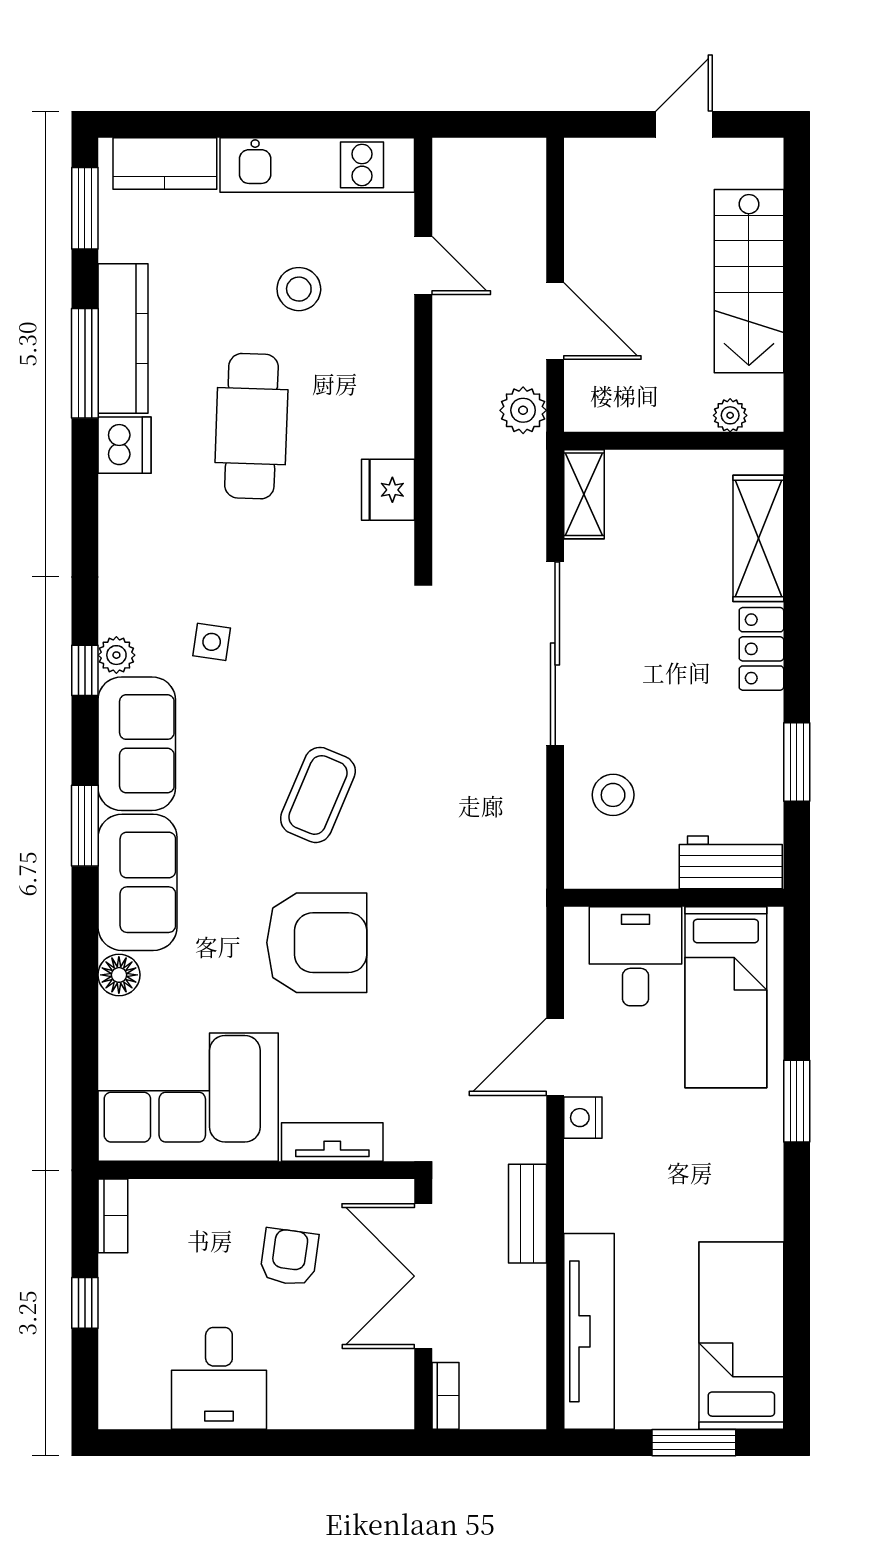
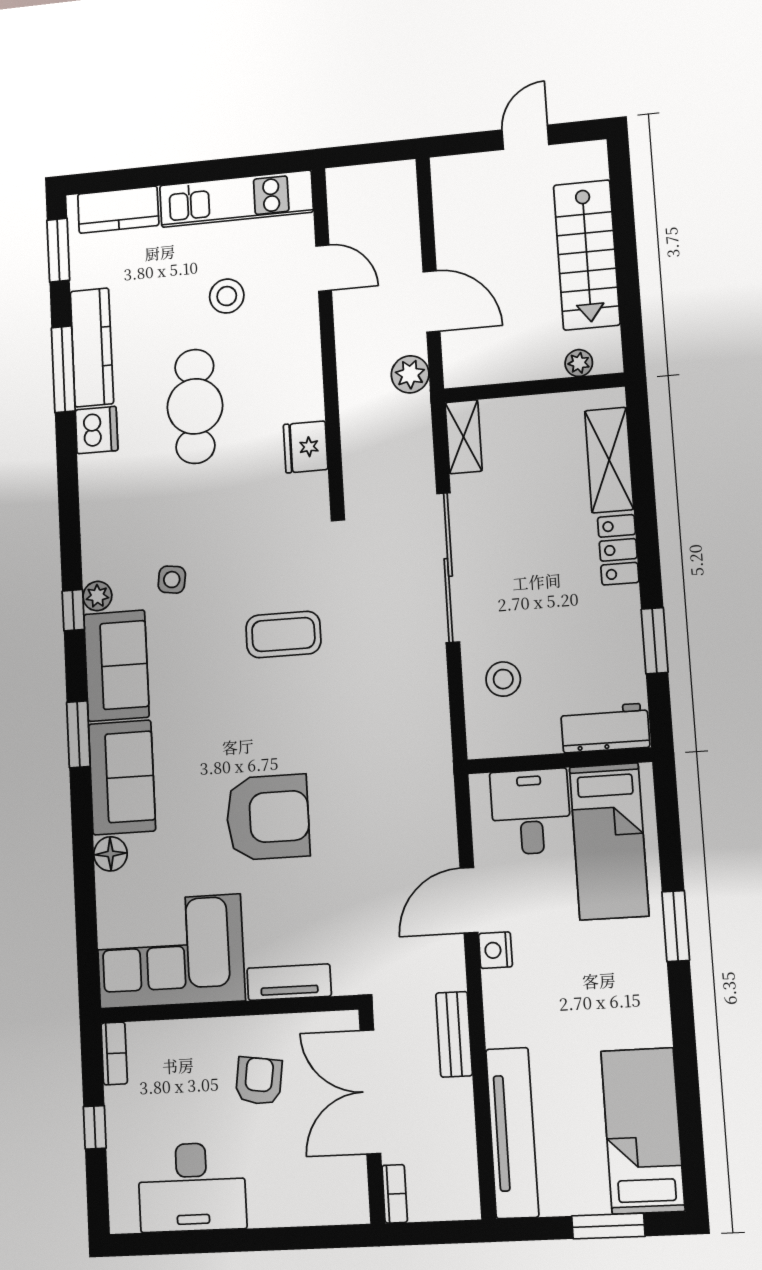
coffee table: (318, 795) -> (283, 635), moved, turned 67
desk: (219, 1378) -> (192, 1187), width x1.37

